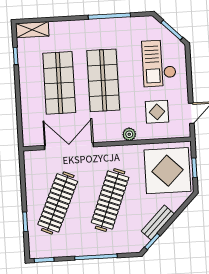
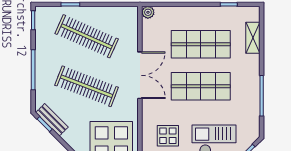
shelving: (32, 30) -> (253, 38), moved
plant: (129, 134) -> (148, 12), moved
double door: (69, 146) -> (140, 75), moved
bench: (158, 223) -> (52, 120), moved

